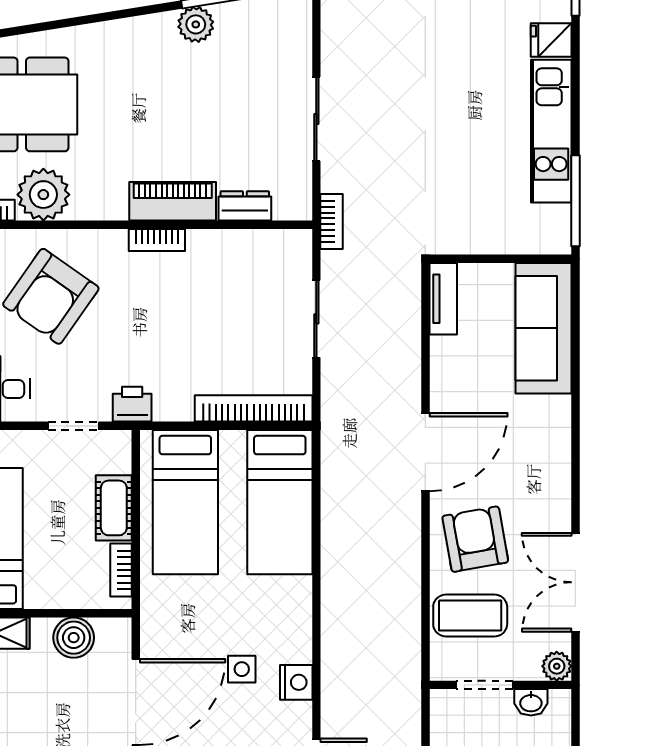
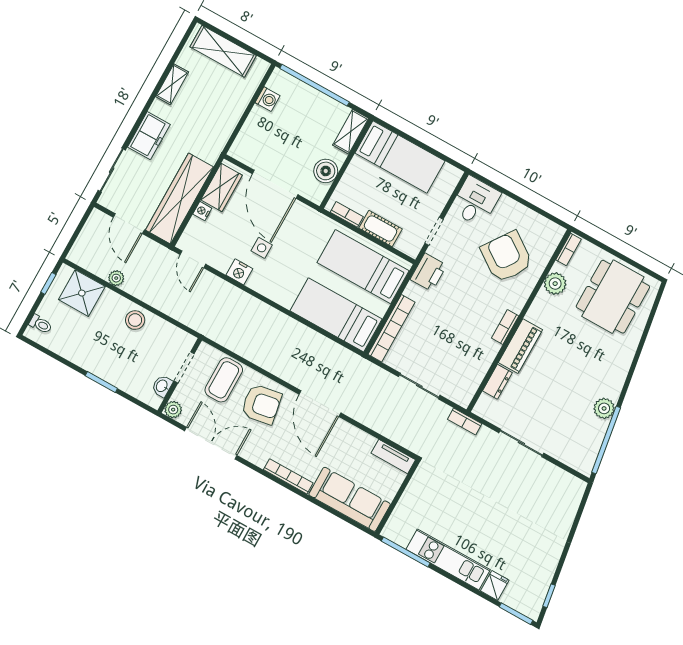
plant: (43, 195) -> (555, 284), width x0.73, depth x0.73
printer: (132, 404) -> (428, 272), width x1.36, depth x1.24
bookcase: (560, 439) -> (288, 476), added

